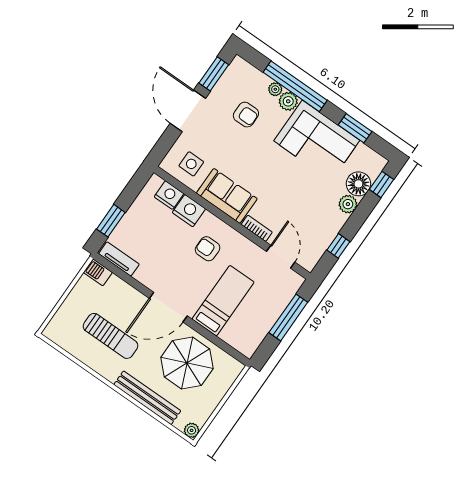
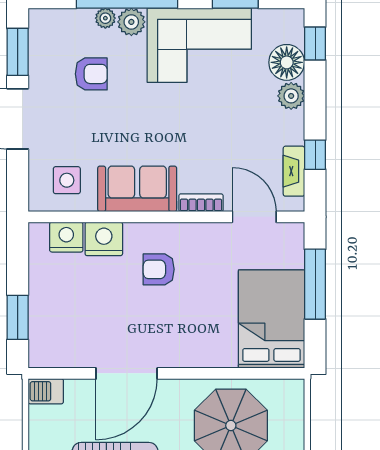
fireplace: (320, 247) -> (294, 171), added
tv unit: (119, 259) -> (60, 357), removed
bed: (223, 301) -> (271, 319), moved, width x1.50
door: (168, 307) -> (127, 373), moved

